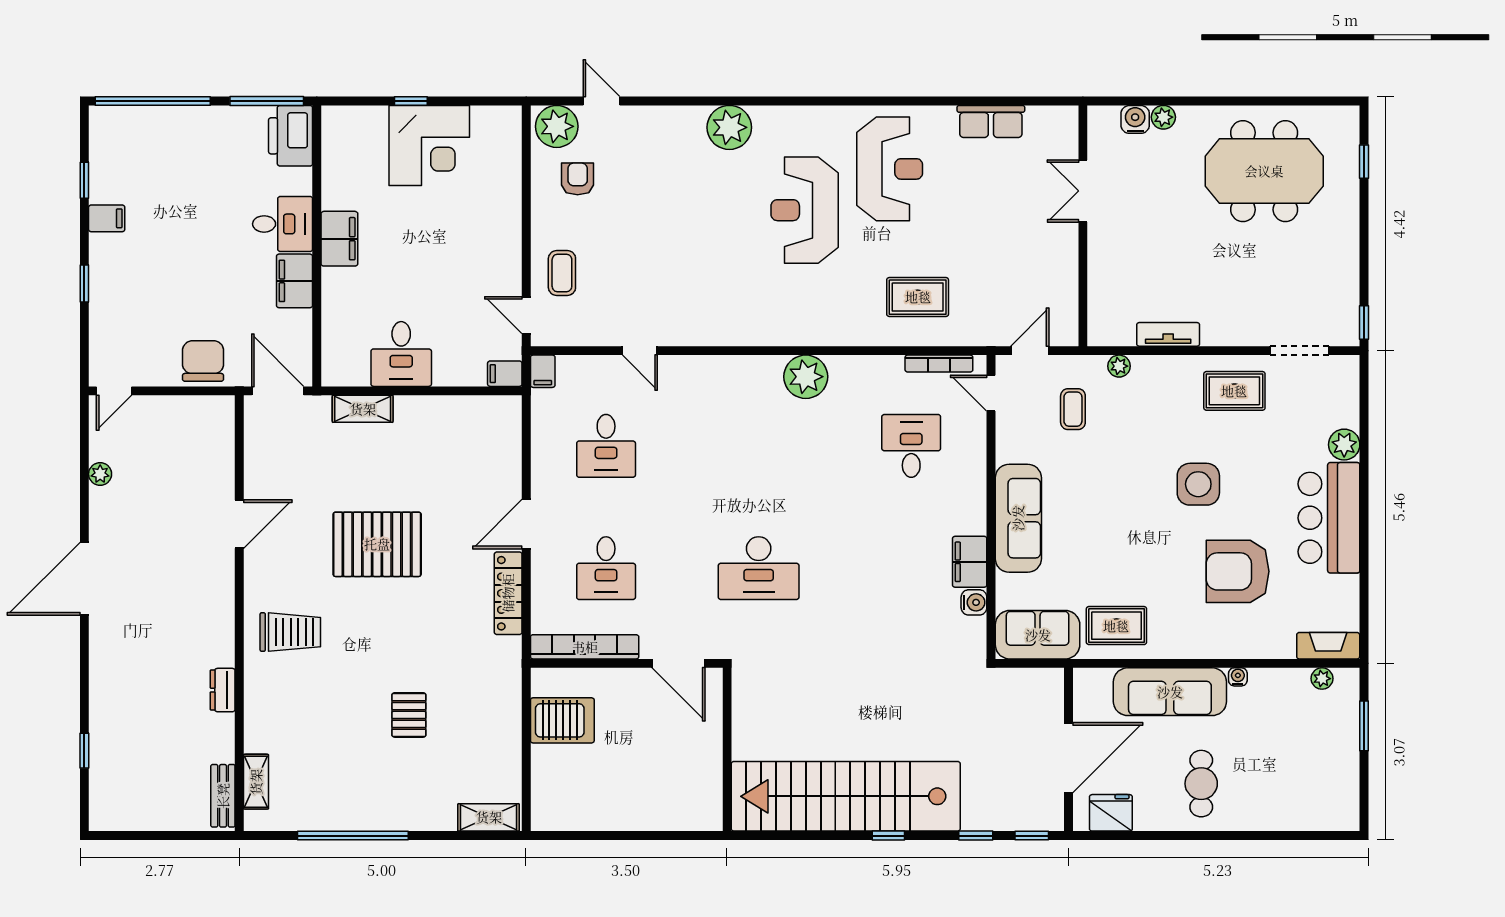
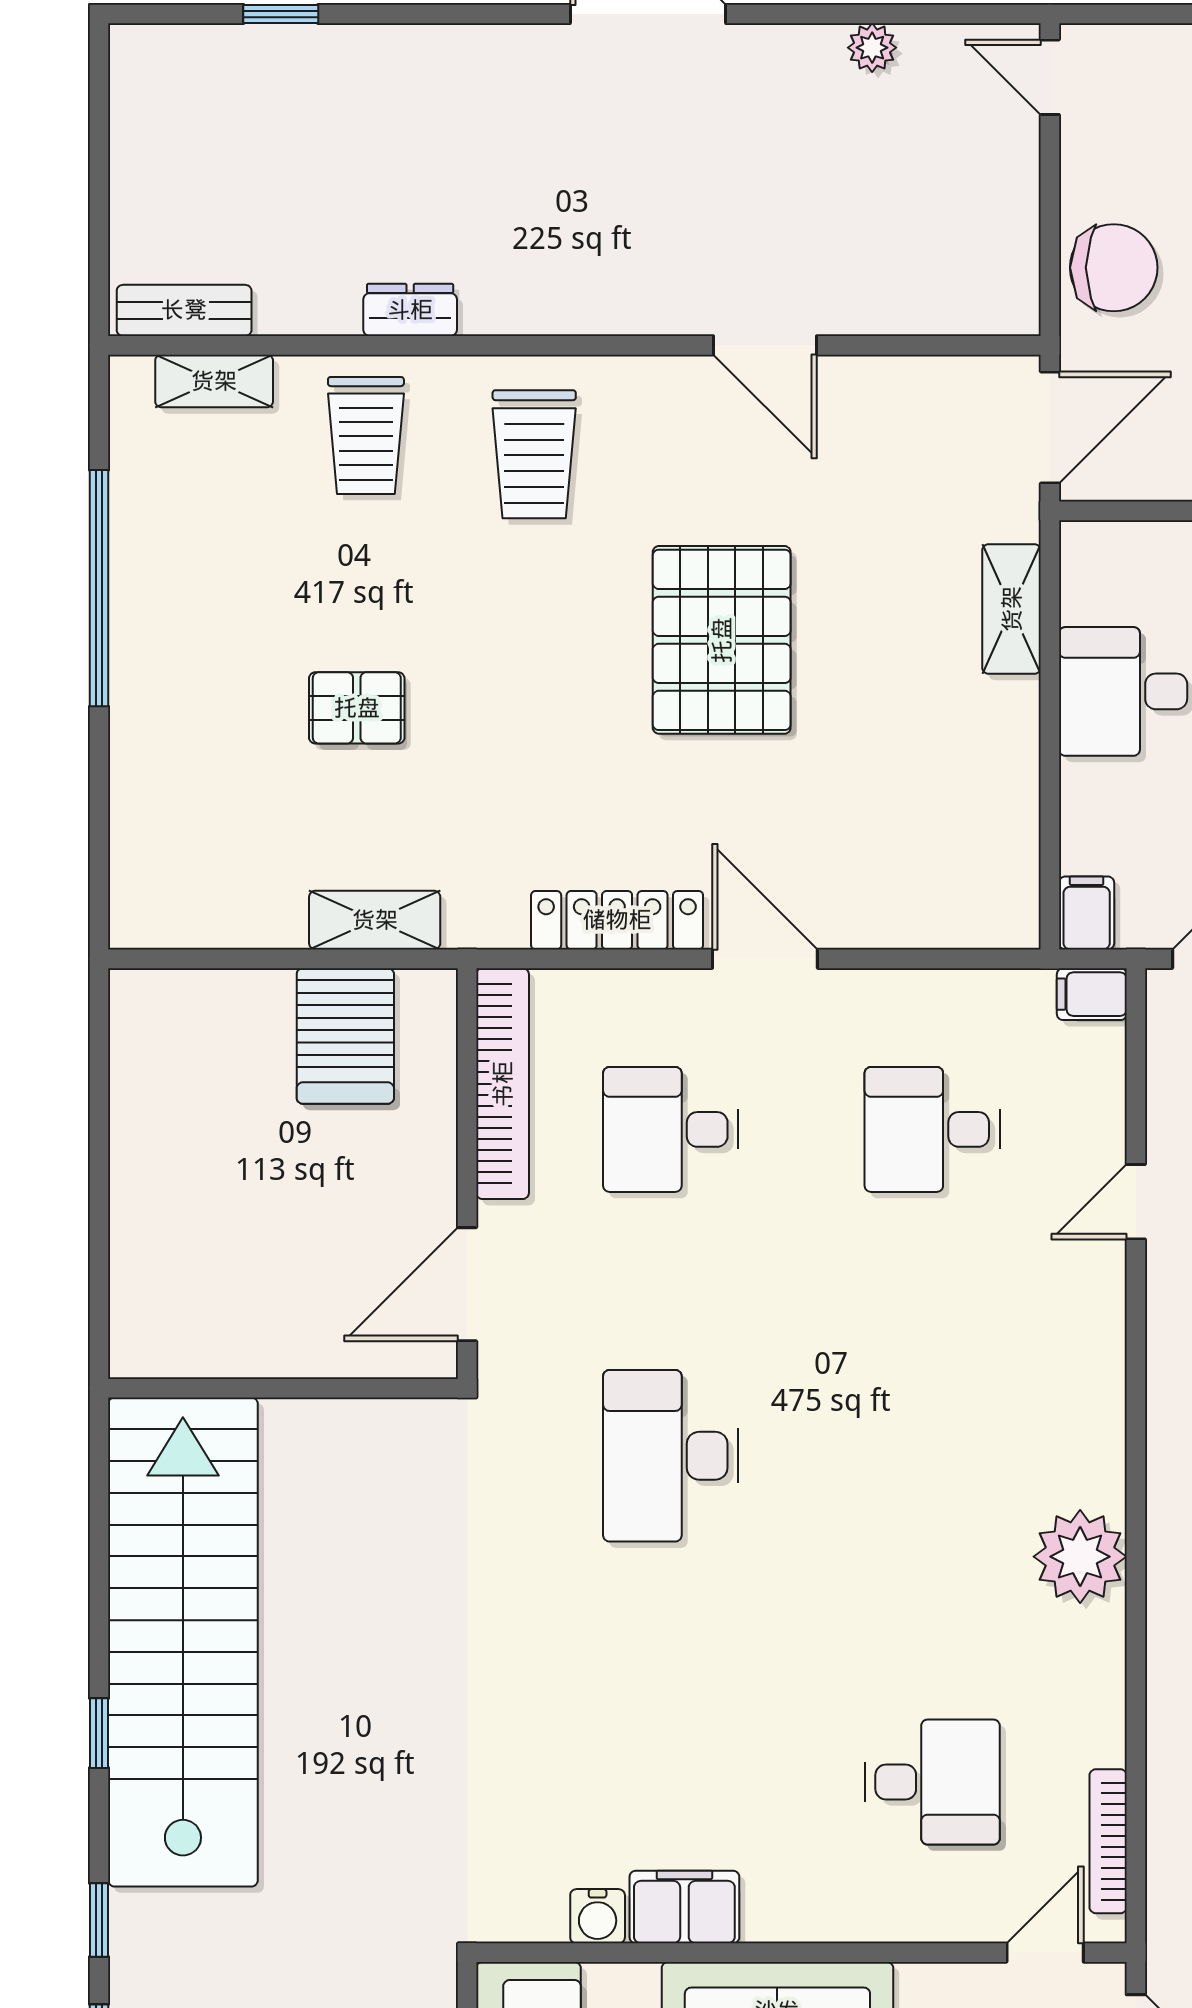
trolley: (281, 711) -> (366, 435), added
shelving: (489, 817) -> (375, 920), moved, turned 90

